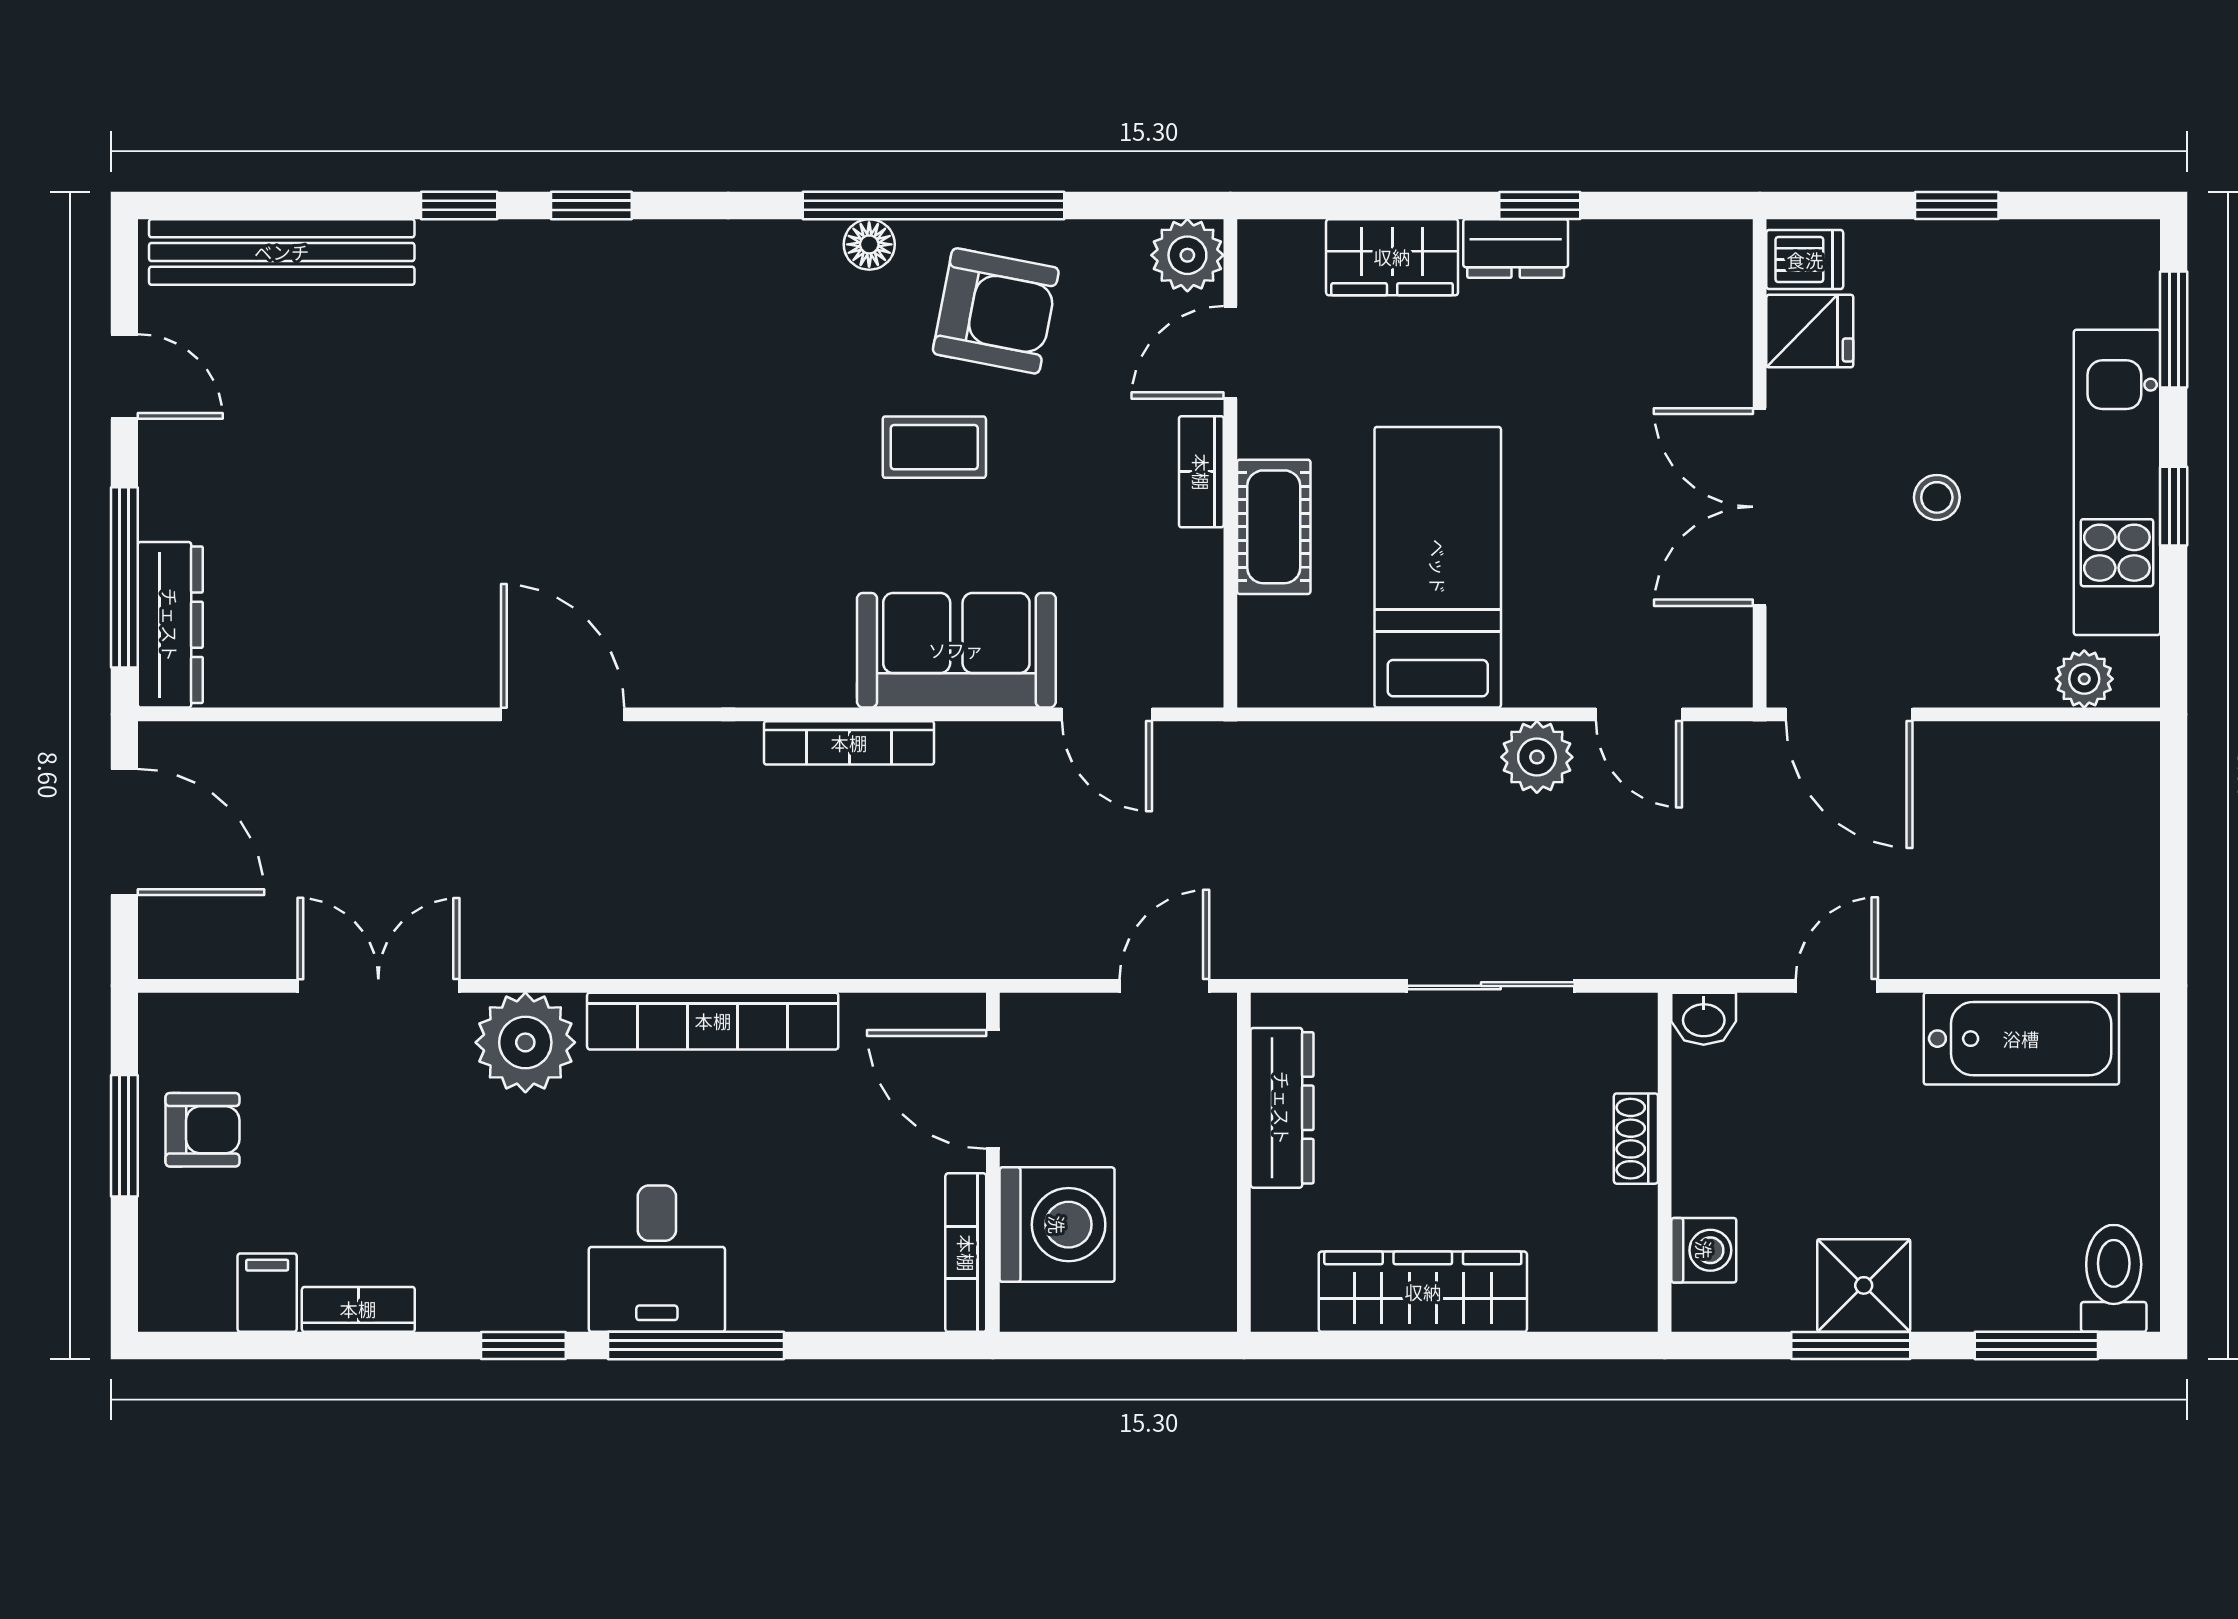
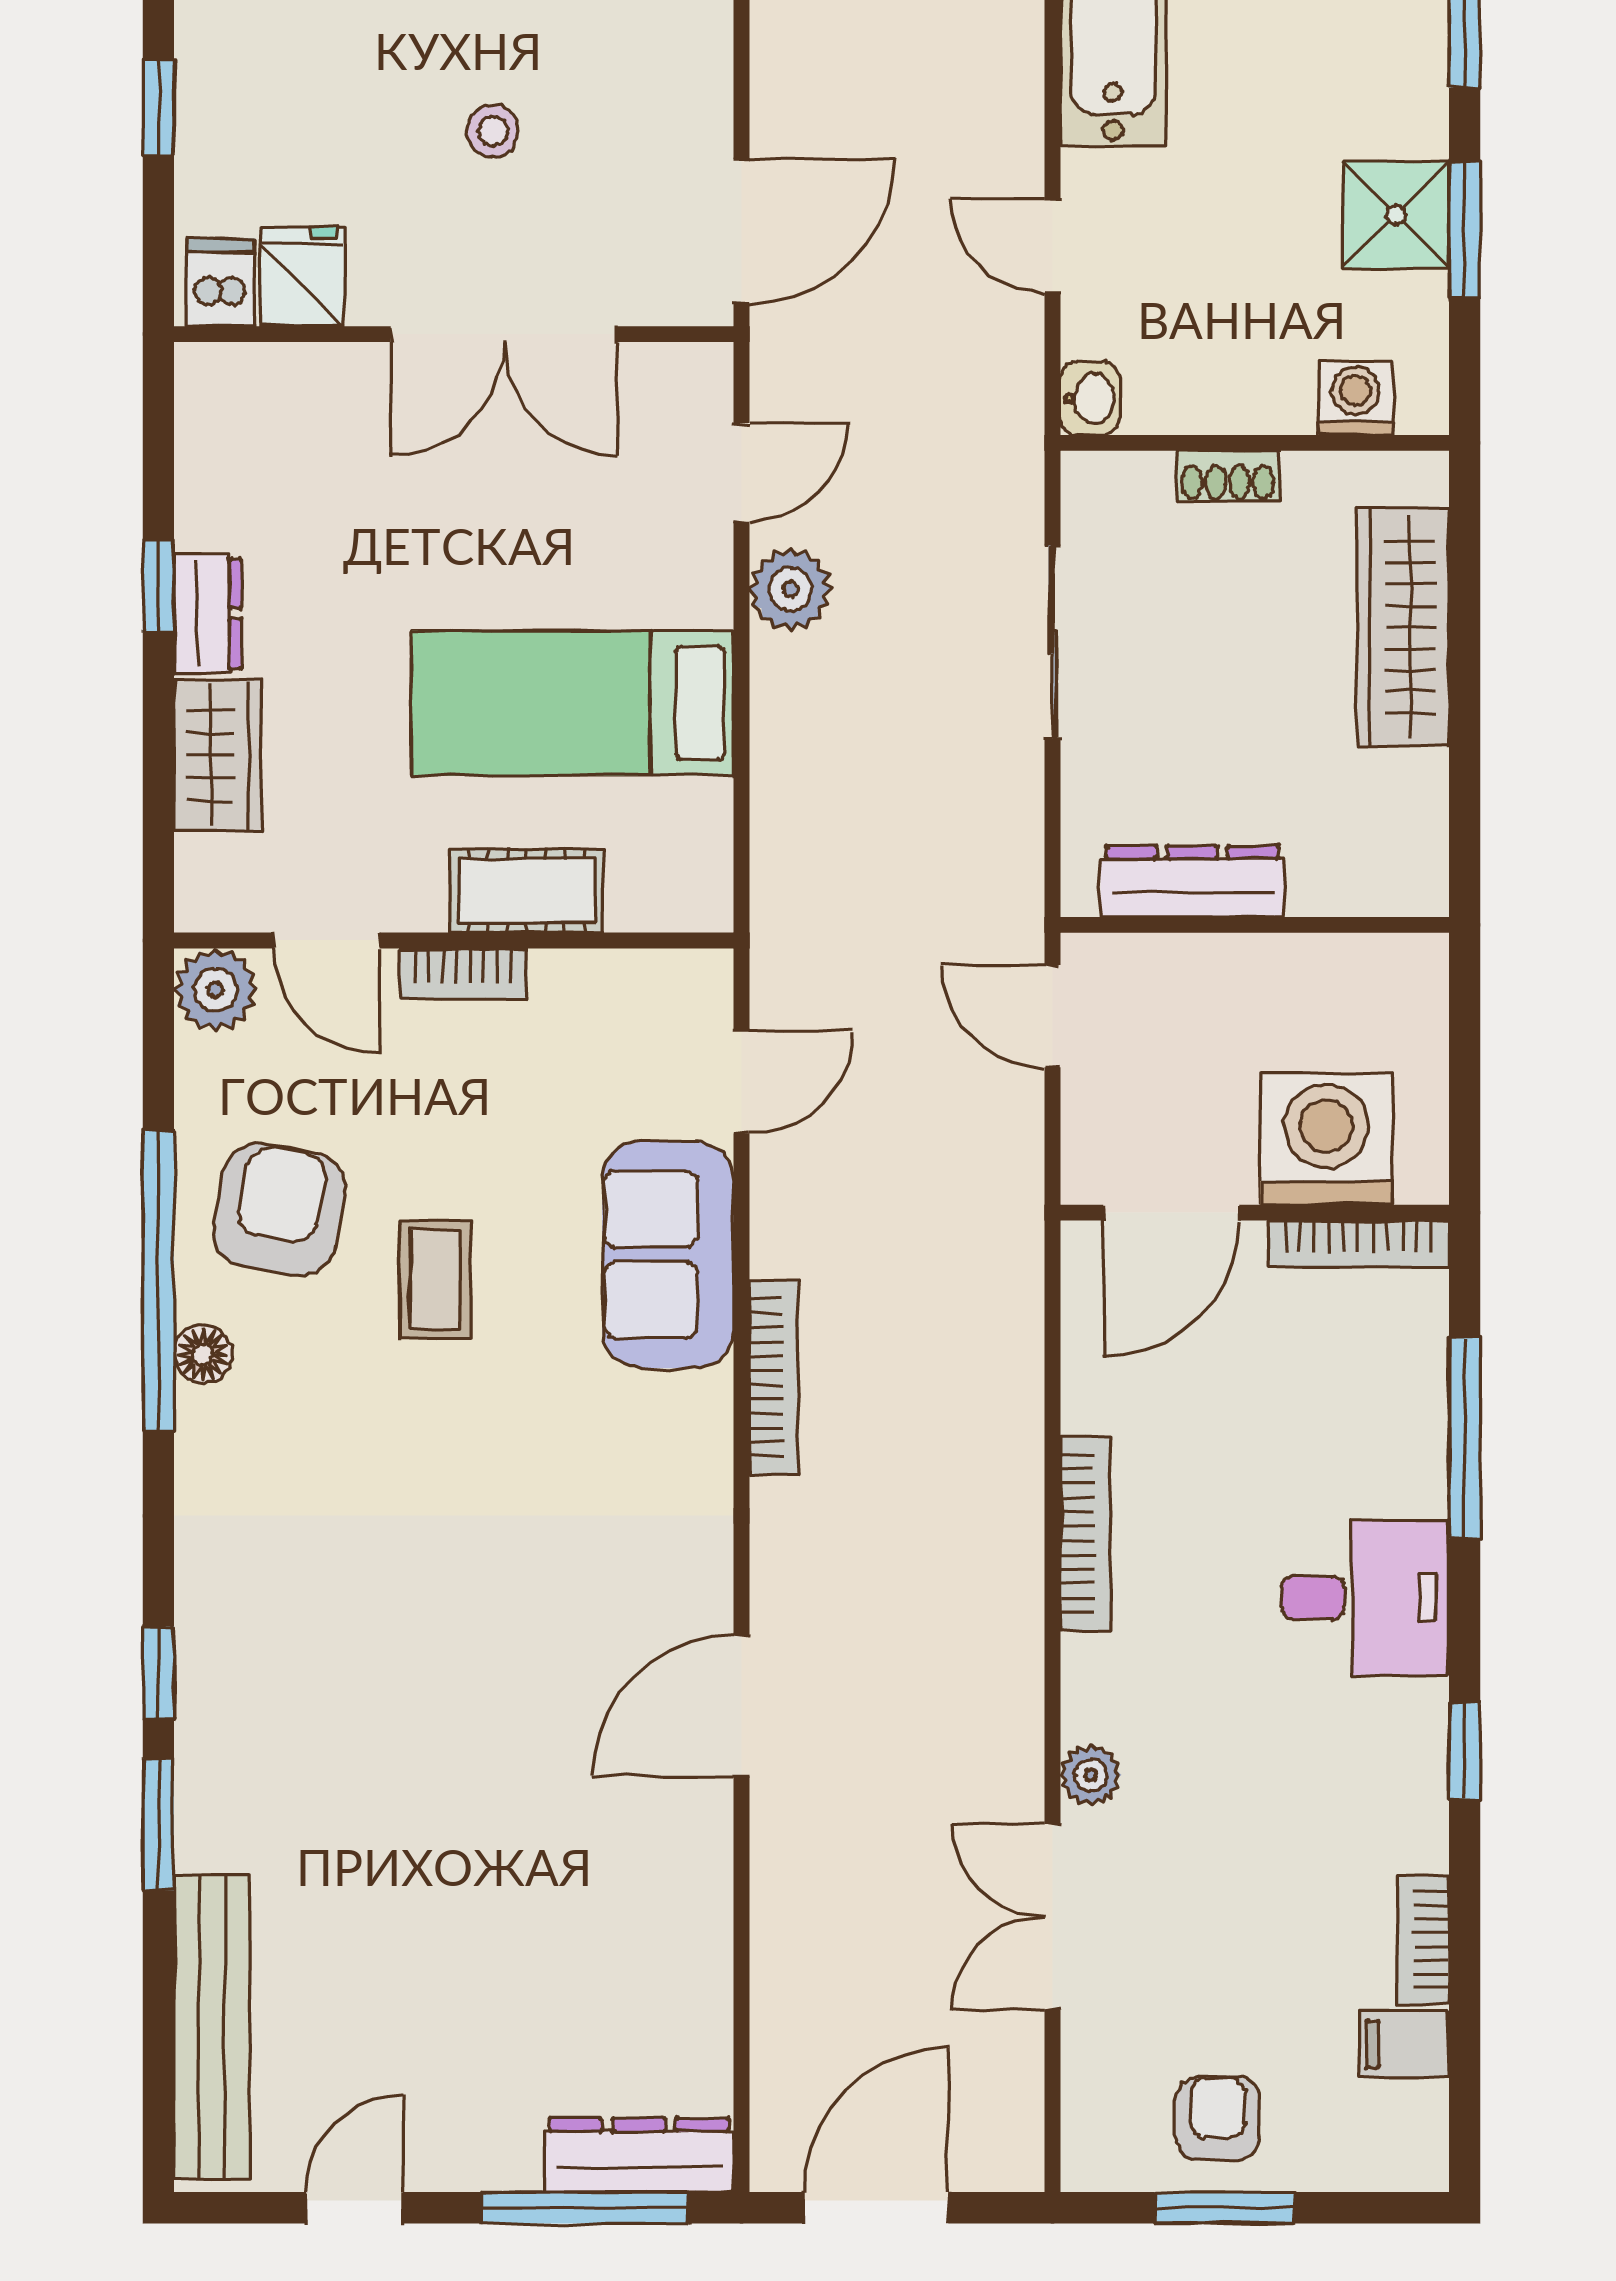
window: (459, 205) -> (158, 1824), width x1.50
bookcase: (713, 1021) -> (1085, 1534), width x0.68, depth x0.76
plant: (525, 1042) -> (1091, 1775), width x0.53, depth x0.53
wardrobe: (1423, 1292) -> (1403, 627), moved
window: (696, 1345) -> (1465, 1438), moved

